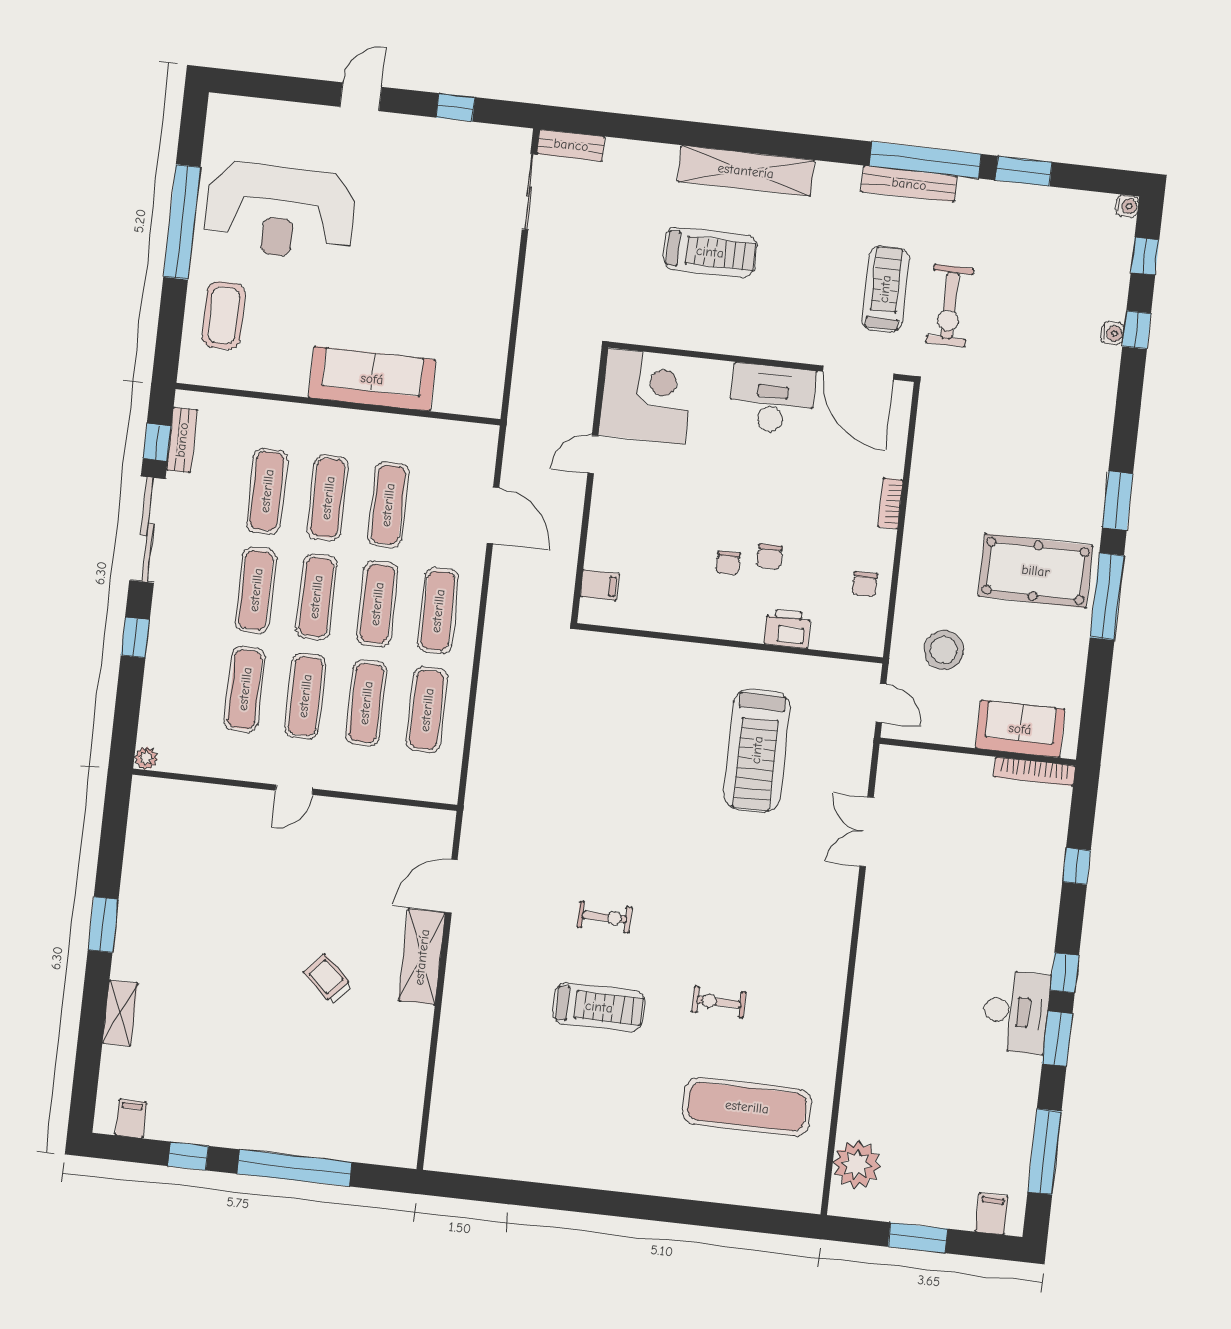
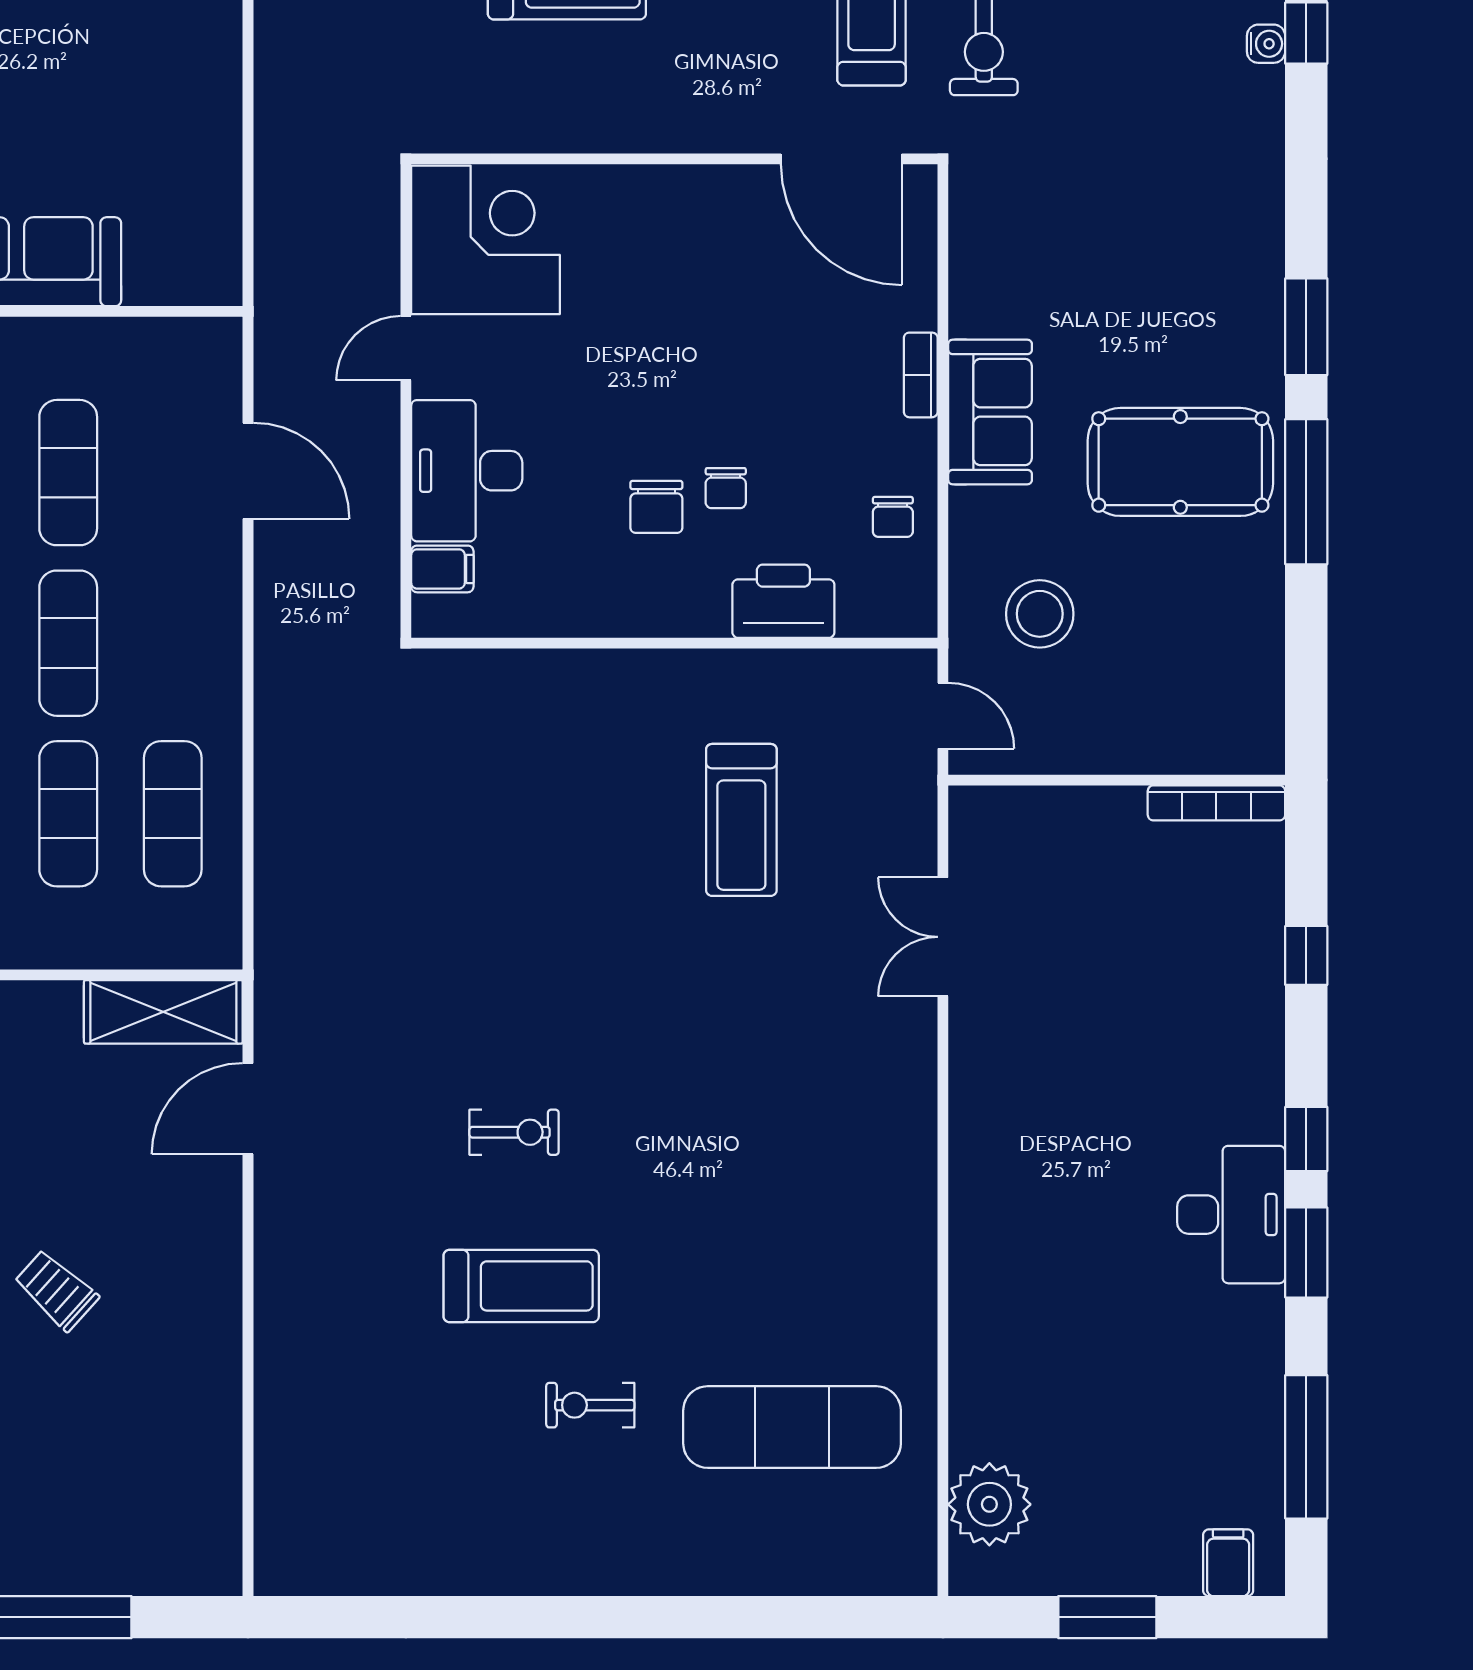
desk: (772, 399) -> (467, 471), moved, turned -90
chair: (728, 563) -> (656, 507), width x1.37, depth x1.37
exercise mat: (438, 611) -> (173, 643), removed
printer: (787, 629) -> (783, 601), width x1.37, depth x1.19
sofa: (1020, 729) -> (990, 412), moved, turned 90
treadmill: (757, 750) -> (741, 820), width x0.73, depth x0.73
shelving: (422, 957) -> (163, 1012), moved, turned 90
exercise bike: (719, 1002) -> (590, 1405), moved

